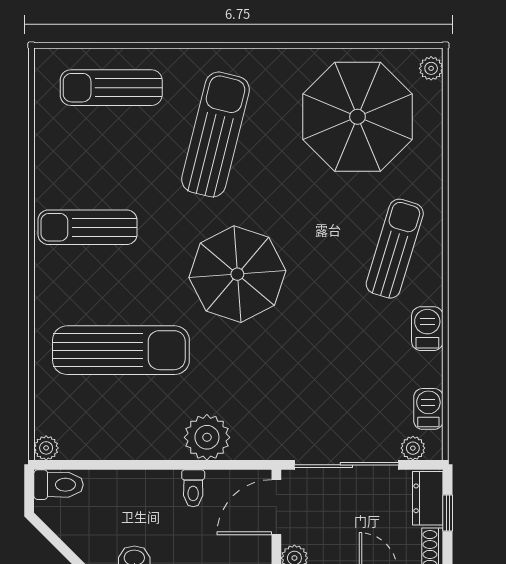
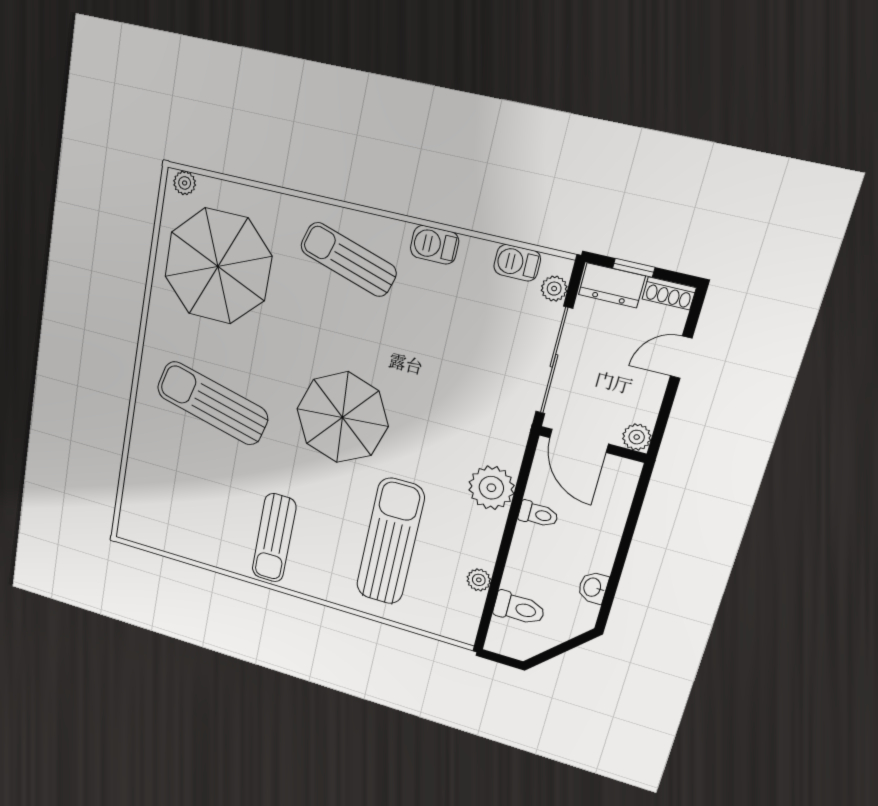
sun lounger: (111, 88) -> (158, 483), removed
plant: (46, 448) -> (479, 580), moved
toilet: (59, 485) -> (519, 608), moved, turned 90

